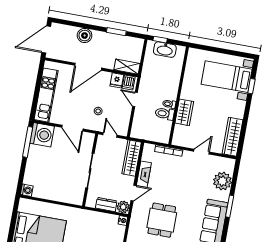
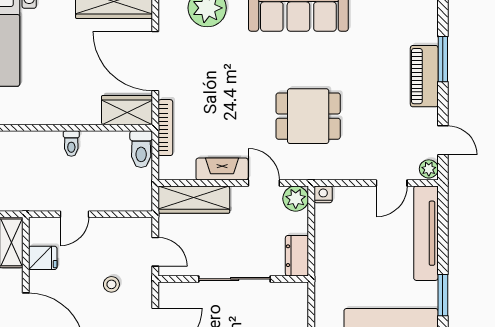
dishwasher: (129, 82) -> (43, 233), removed
wardrobe: (184, 112) -> (127, 110), moved
toilet: (165, 114) -> (141, 149), moved
door: (110, 135) -> (155, 252), swing flipped
door: (201, 152) -> (155, 61), width x1.88
dresser: (106, 204) -> (297, 256), moved

